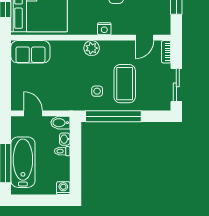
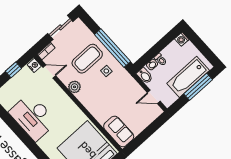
nightstand: (104, 29) -> (34, 65), moved
plant: (92, 48) -> (74, 87), moved
door: (33, 113) -> (154, 97), hinge flipped

